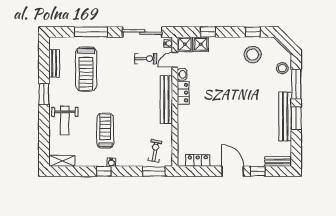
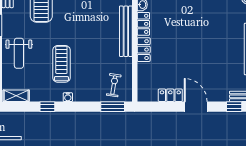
locker: (183, 117) -> (144, 50), added
locker: (198, 160) -> (170, 95), moved
window: (104, 171) -> (47, 107), moved
window: (258, 171) -> (234, 107), moved

